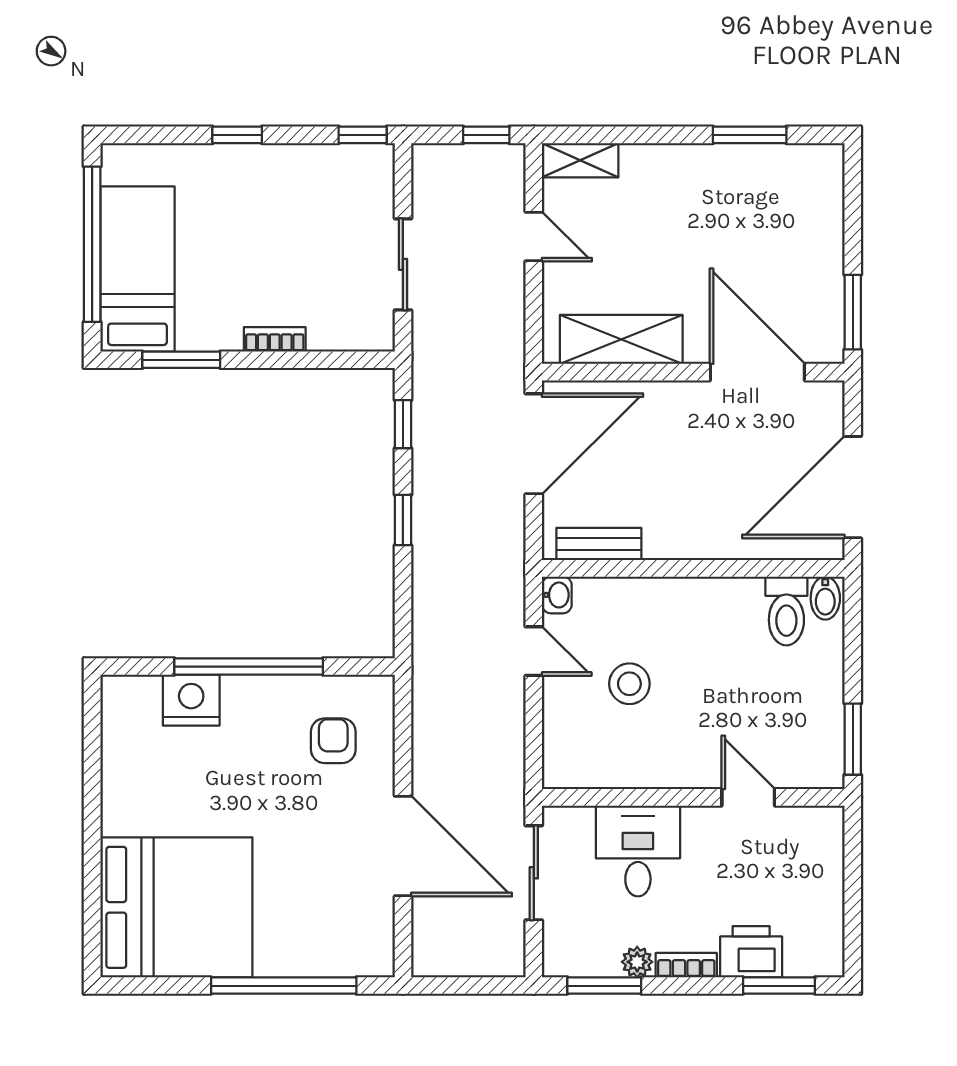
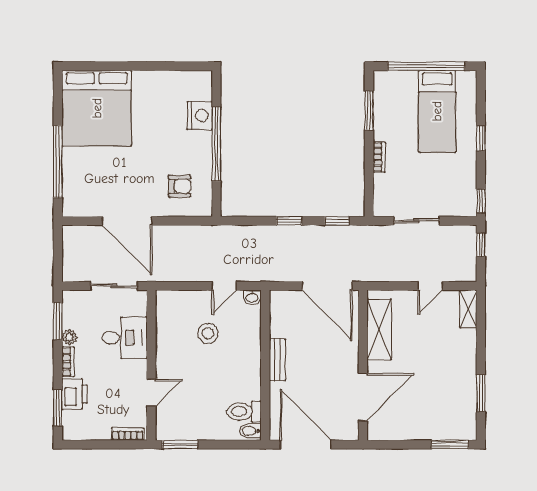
window: (486, 135) -> (481, 245), moved
bed: (137, 269) -> (437, 111), moved, turned 90
window: (853, 312) -> (450, 445), moved
bench: (599, 544) -> (277, 360), moved
bookcase: (832, 845) -> (128, 434), added
door: (403, 846) -> (127, 221), hinge flipped

